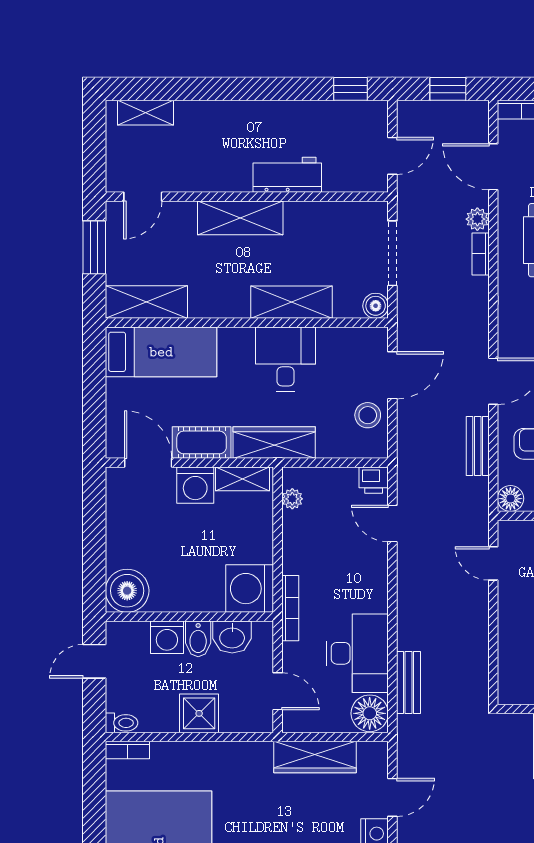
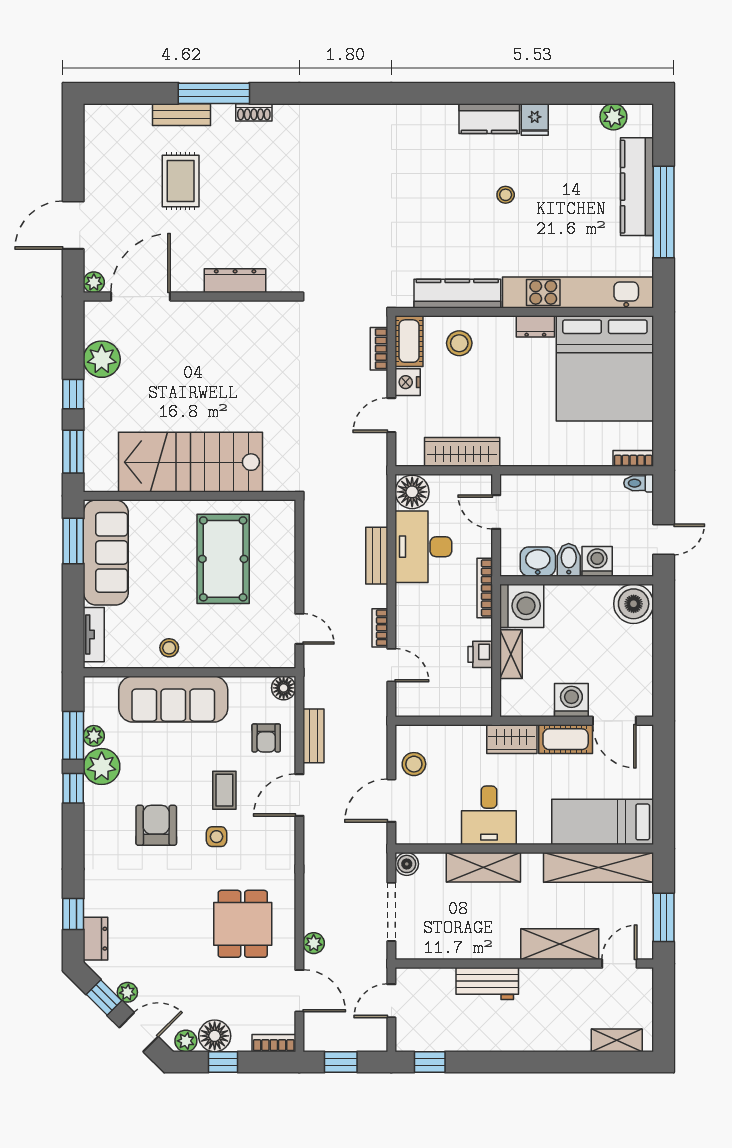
shelving: (240, 218) -> (560, 944), moved
bookcase: (481, 254) -> (380, 628), moved, turned 180
shelving: (146, 302) -> (599, 867), width x1.47
wardrobe: (274, 443) -> (512, 739), width x0.67
shelving: (243, 479) -> (511, 654), moved, turned 90
printer: (374, 480) -> (480, 654), moved, turned -90
plant: (292, 499) -> (483, 688), removed
bench: (409, 682) -> (377, 556), moved
shower: (199, 713) -> (568, 492), removed

